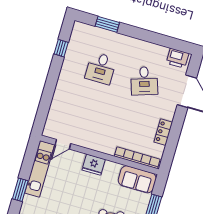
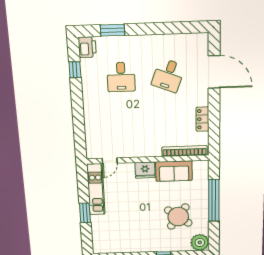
printer: (178, 58) -> (87, 47), moved, turned -90
desk: (144, 81) -> (168, 75), turned 39
sofa: (137, 179) -> (174, 171), moved

